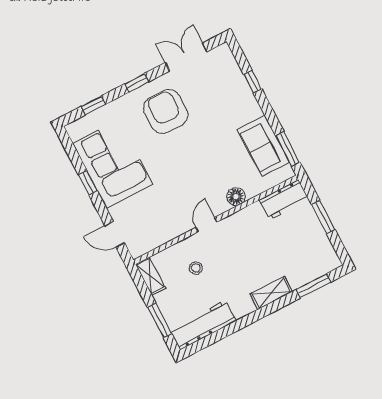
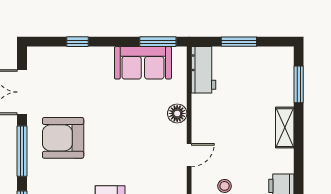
window: (137, 83) -> (22, 151), width x2.17
door: (206, 225) -> (189, 155), swing flipped

